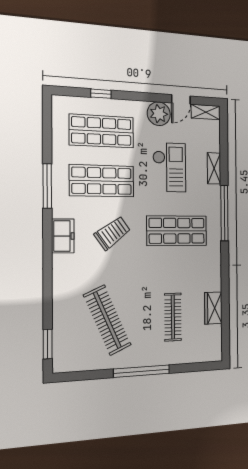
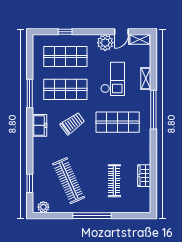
window: (48, 344) -> (30, 183), moved
plant: (69, 363) -> (43, 207), added

